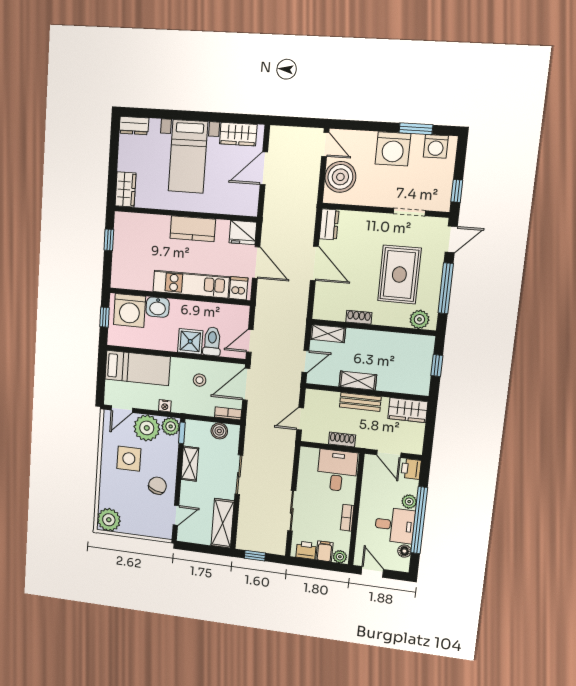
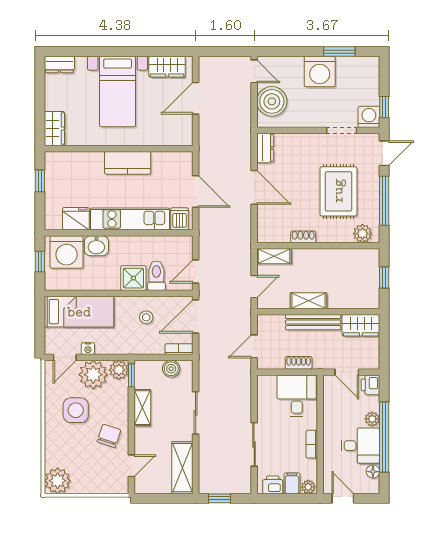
washing machine: (436, 146) -> (369, 117), moved, turned 180
fridge: (243, 233) -> (76, 219), moved, turned 180
bench: (360, 402) -> (313, 322), width x1.36
nightstand: (165, 406) -> (88, 349), moved

